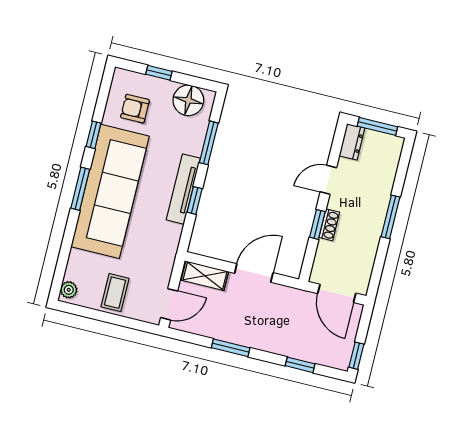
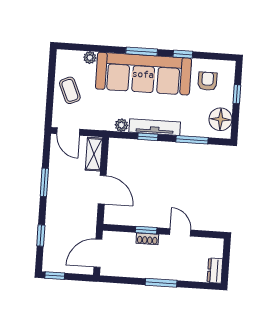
window: (377, 126) -> (226, 261), removed
dresser: (352, 142) -> (215, 271), moved, turned 90
plant: (173, 233) -> (121, 125), added
plant: (69, 290) -> (90, 58), moved
coffee table: (115, 293) -> (70, 90), turned 67

